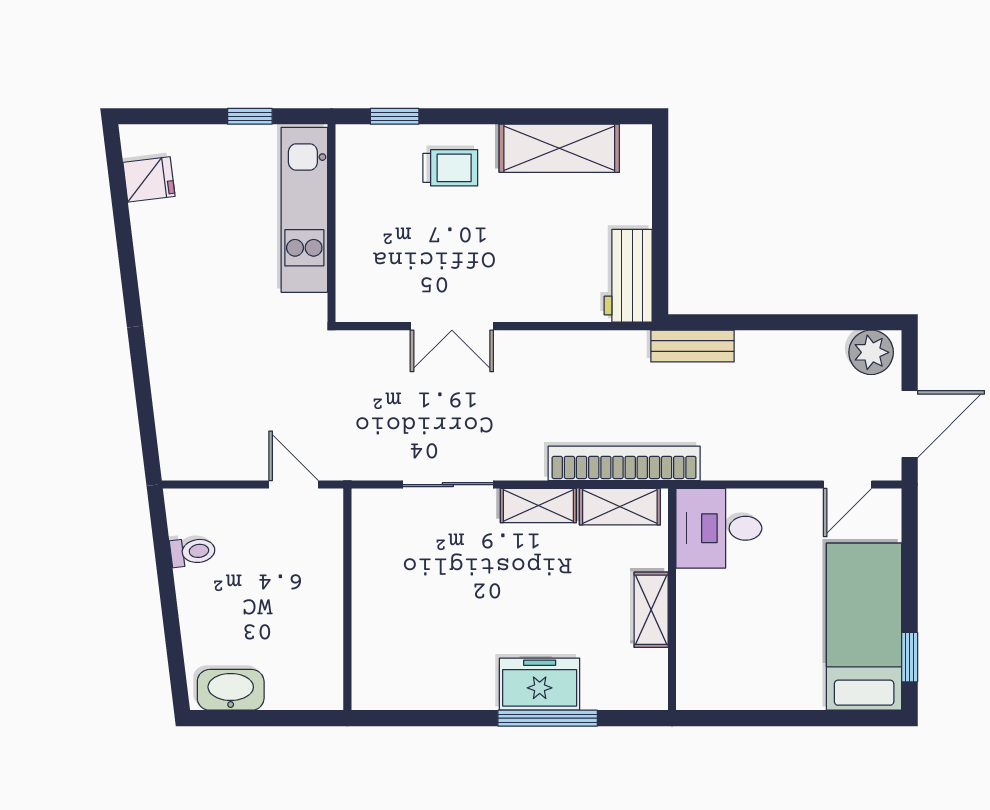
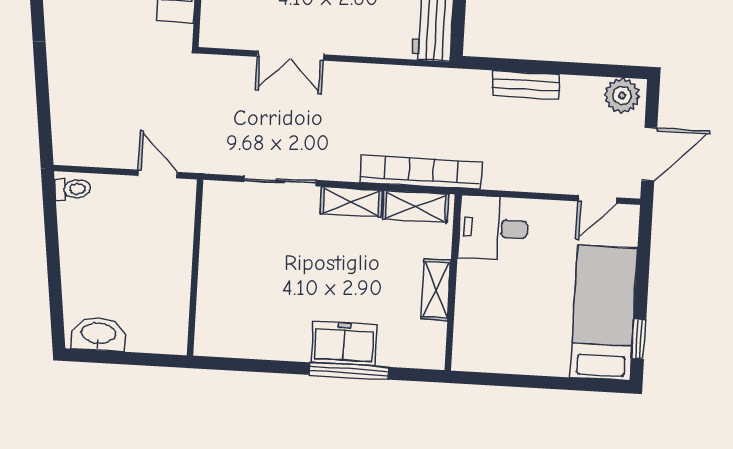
bench: (693, 346) -> (526, 85), moved
toilet: (193, 552) -> (73, 189), moved

